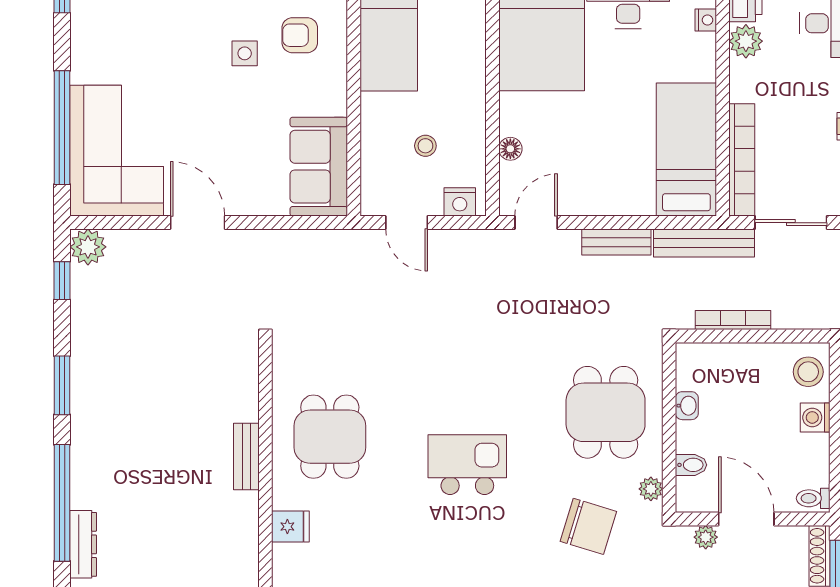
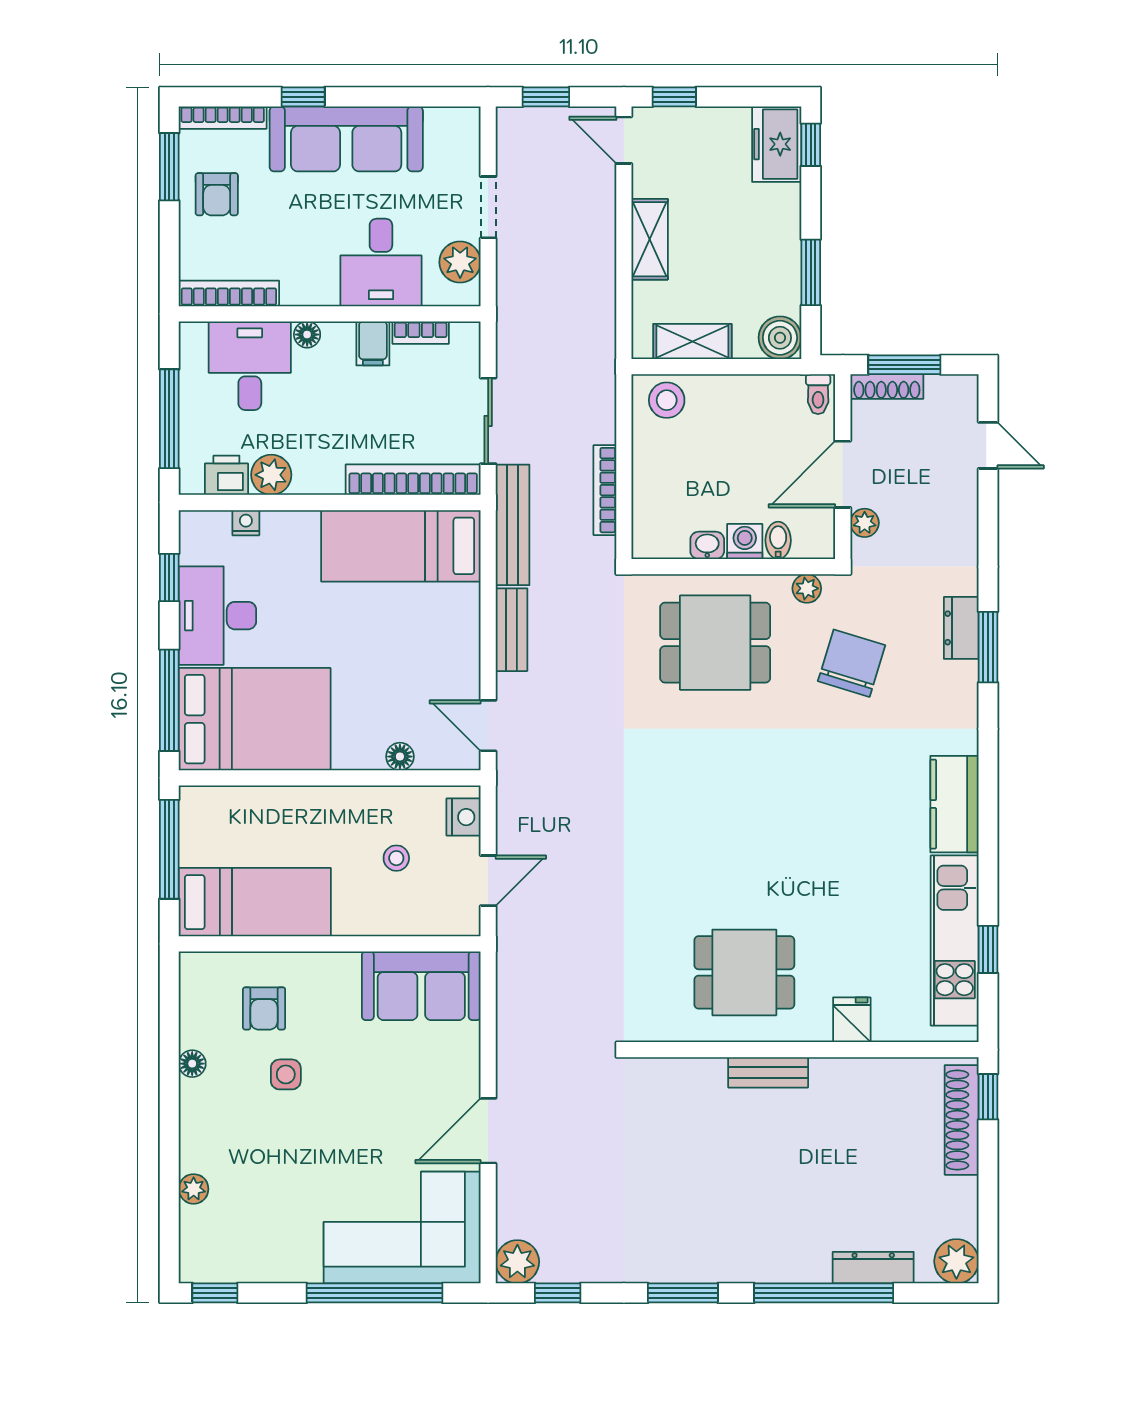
washing machine: (815, 417) -> (745, 541), moved, turned 180
kitchen island: (467, 465) -> (778, 808), removed

